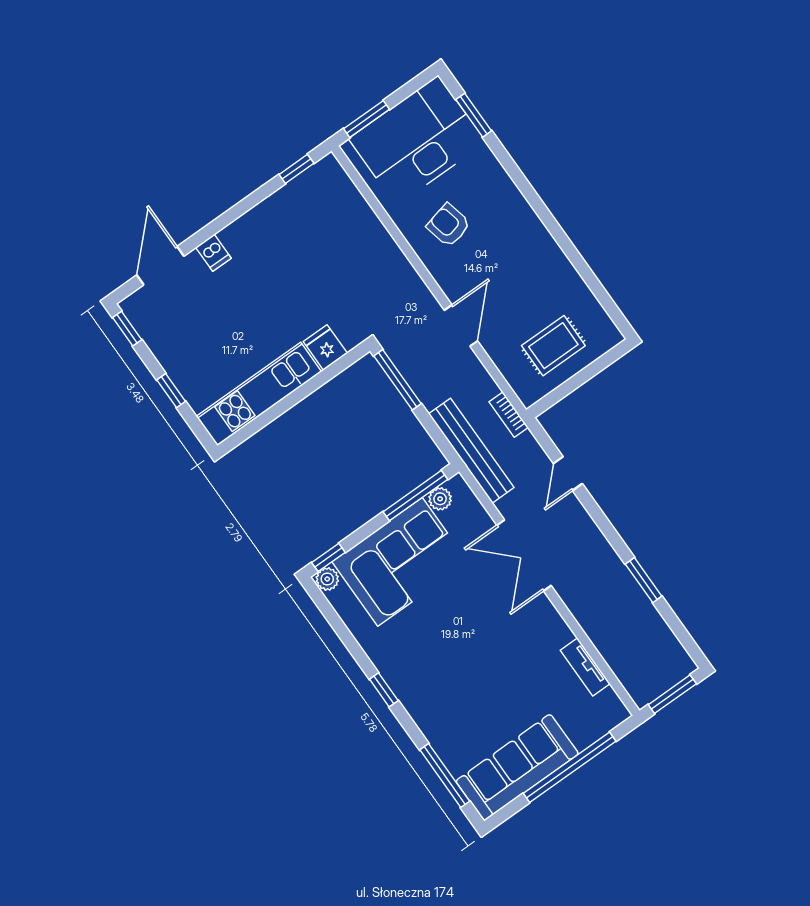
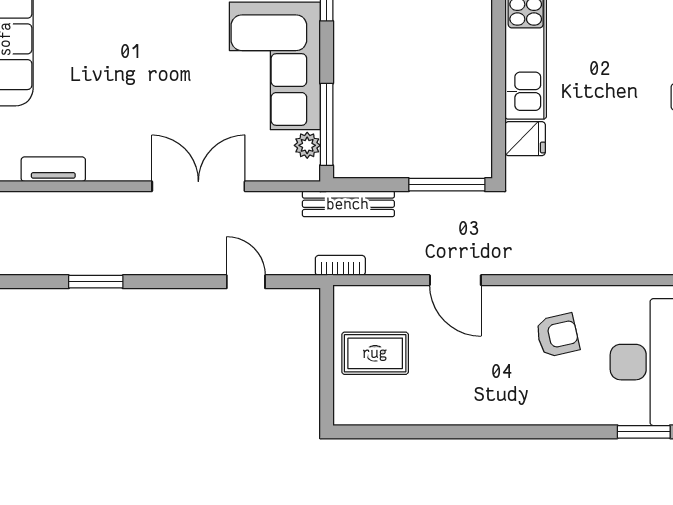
rug: (553, 346) -> (375, 353), turned 90
bench: (471, 451) -> (348, 204), width x0.73, depth x0.82

